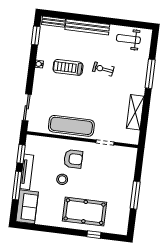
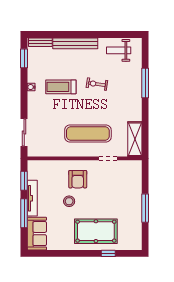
shelving: (135, 112) -> (135, 139), moved
exercise mat: (71, 126) -> (88, 133), moved
armchair: (73, 159) -> (78, 179), turned 90

